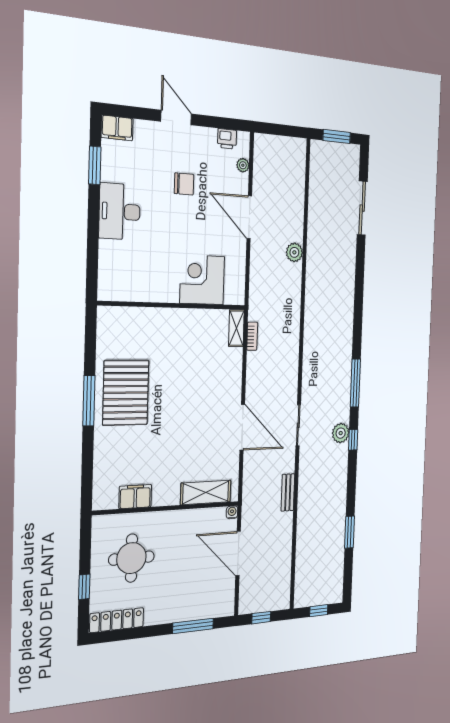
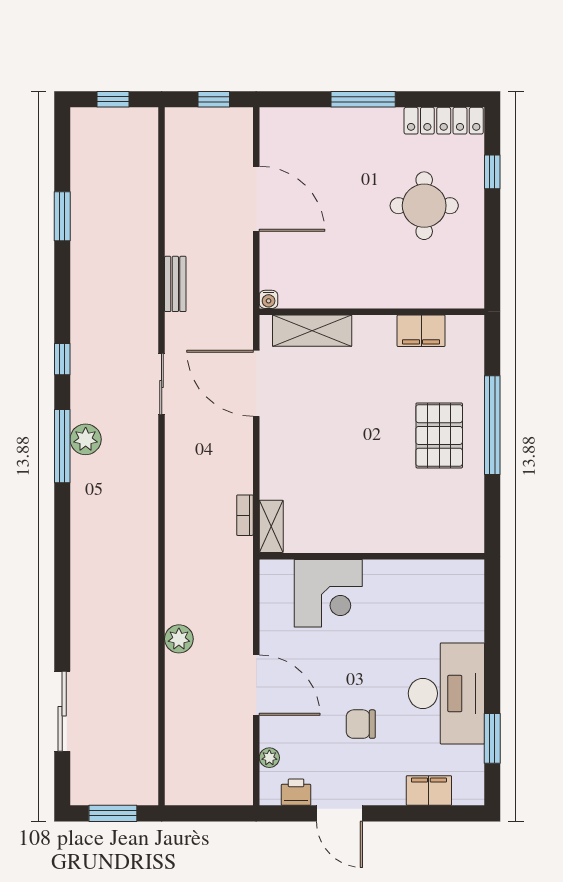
door: (176, 118) -> (339, 813), moved
filing cabinet: (117, 128) -> (429, 790), moved
desk: (120, 212) -> (446, 693), width x1.36, depth x1.30
pallet: (126, 393) -> (439, 435), width x0.73, depth x0.71
window: (89, 401) -> (492, 425), width x1.46
plant: (341, 433) -> (86, 439), moved
shelving: (206, 492) -> (312, 331), moved
filing cabinet: (135, 497) -> (421, 331), moved
wall: (167, 508) -> (372, 312), moved
water cooler: (232, 512) -> (269, 299), moved
window: (193, 626) -> (363, 99), moved

